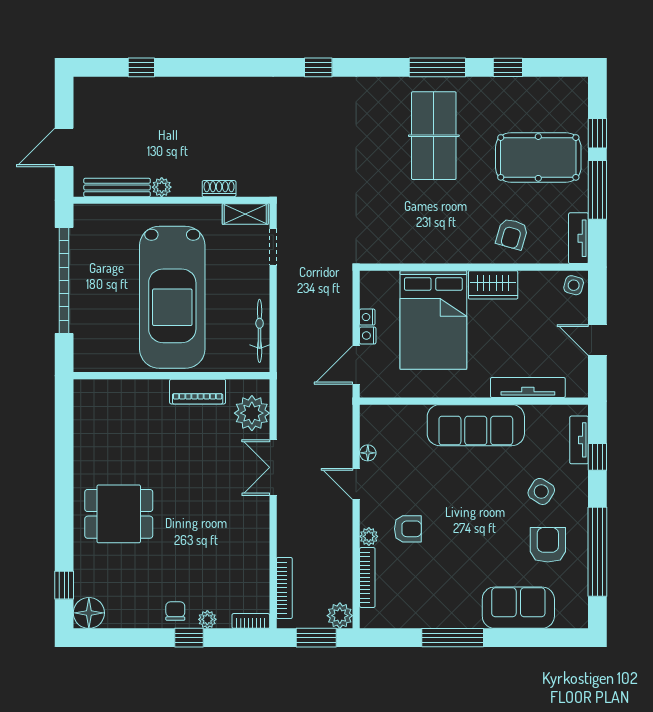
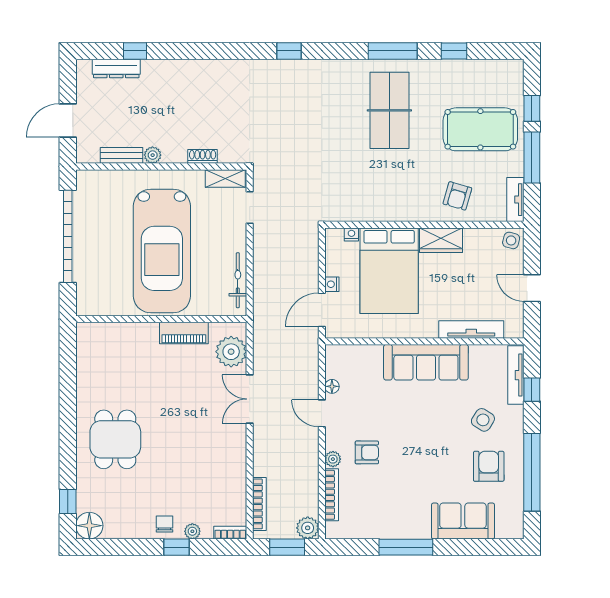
dresser: (120, 87) -> (116, 68), added
bench: (117, 187) -> (121, 155), width x0.73
nightstand: (367, 317) -> (351, 234), moved, turned 90
tv unit: (579, 440) -> (516, 375), width x1.41
dining table: (119, 514) -> (115, 439), turned 90

